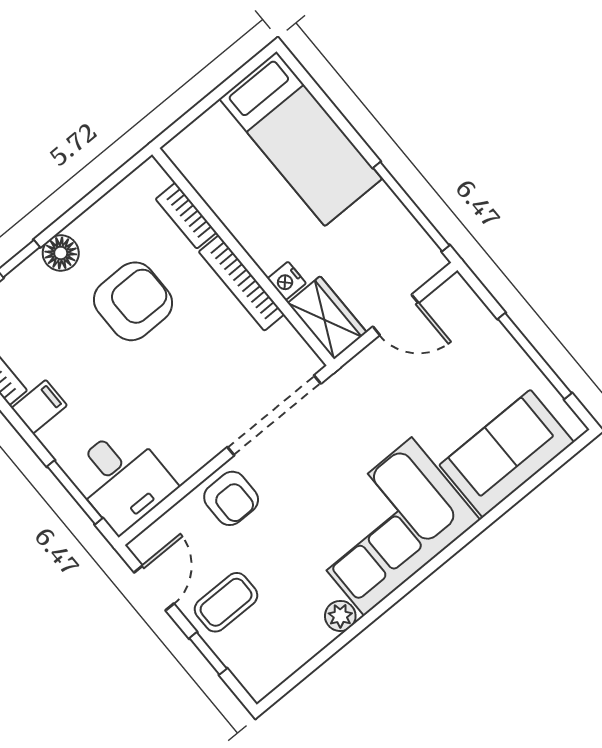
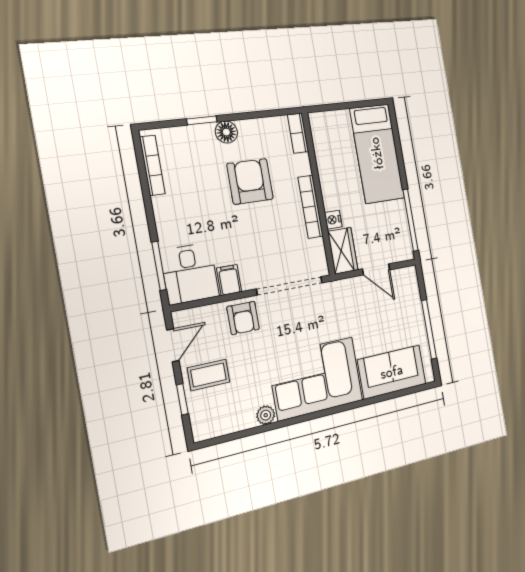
bookcase: (186, 216) -> (298, 133), moved
armchair: (133, 301) -> (250, 181), turned -90
filing cabinet: (39, 407) -> (229, 280), moved, turned -90

